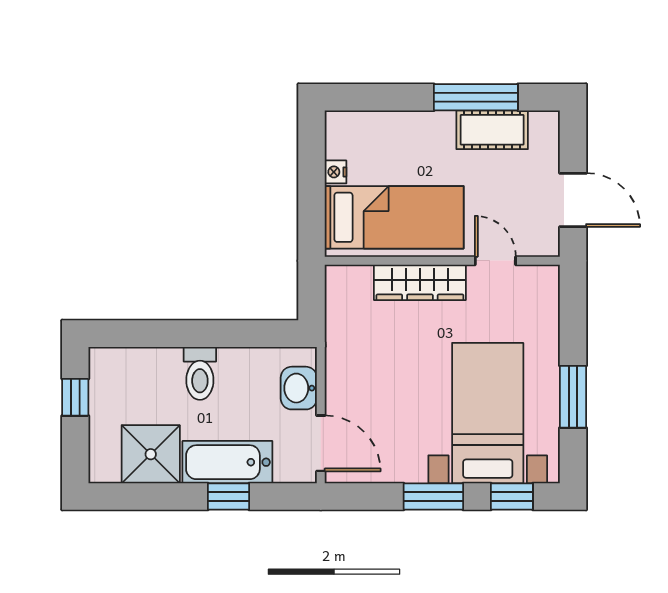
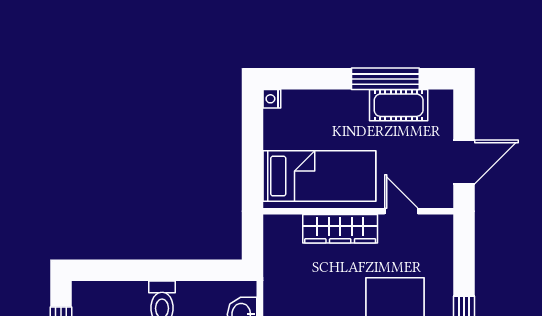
nightstand: (336, 172) -> (272, 99), moved
door: (573, 200) -> (464, 162), hinge flipped

